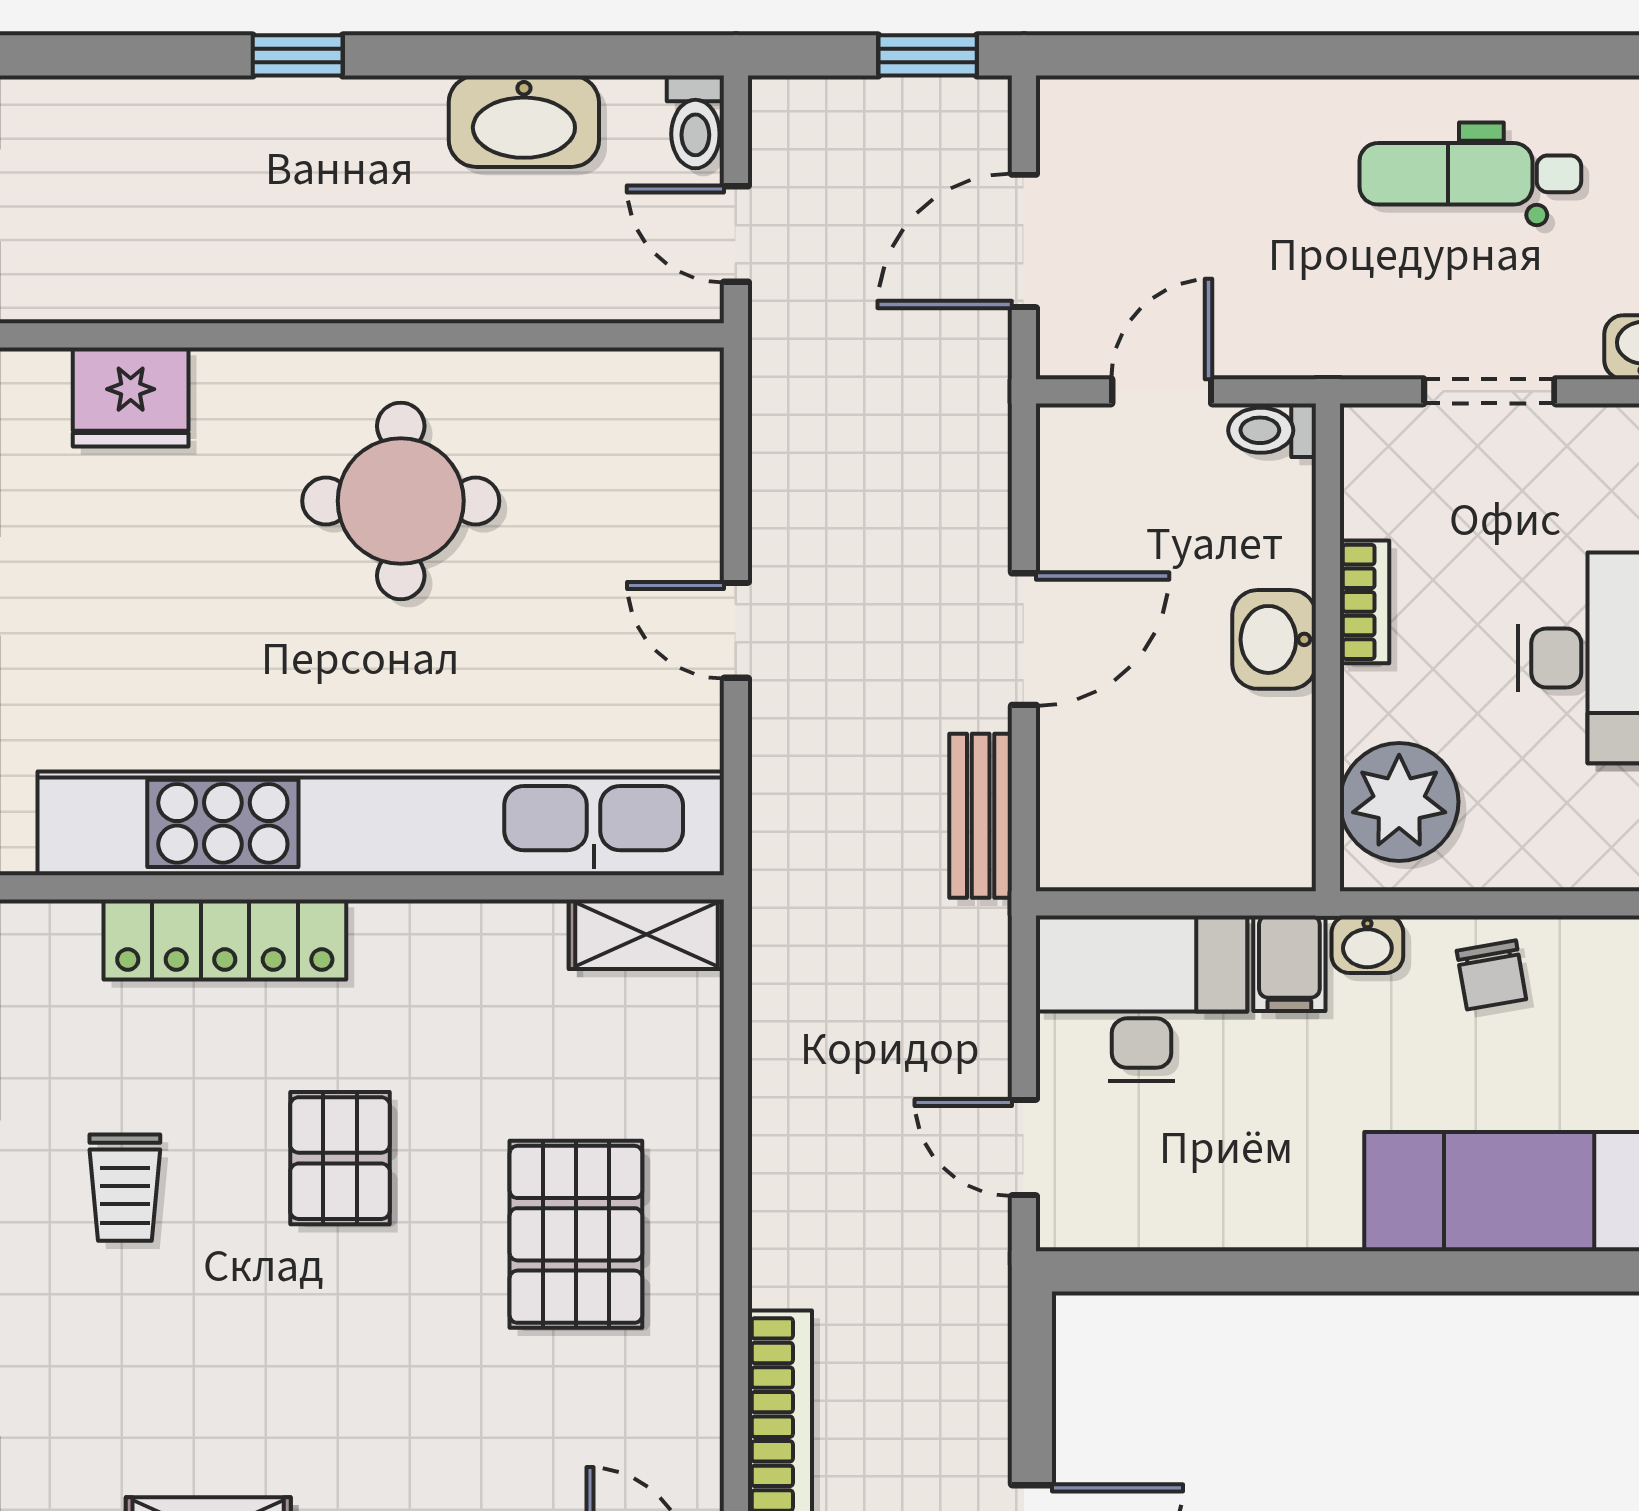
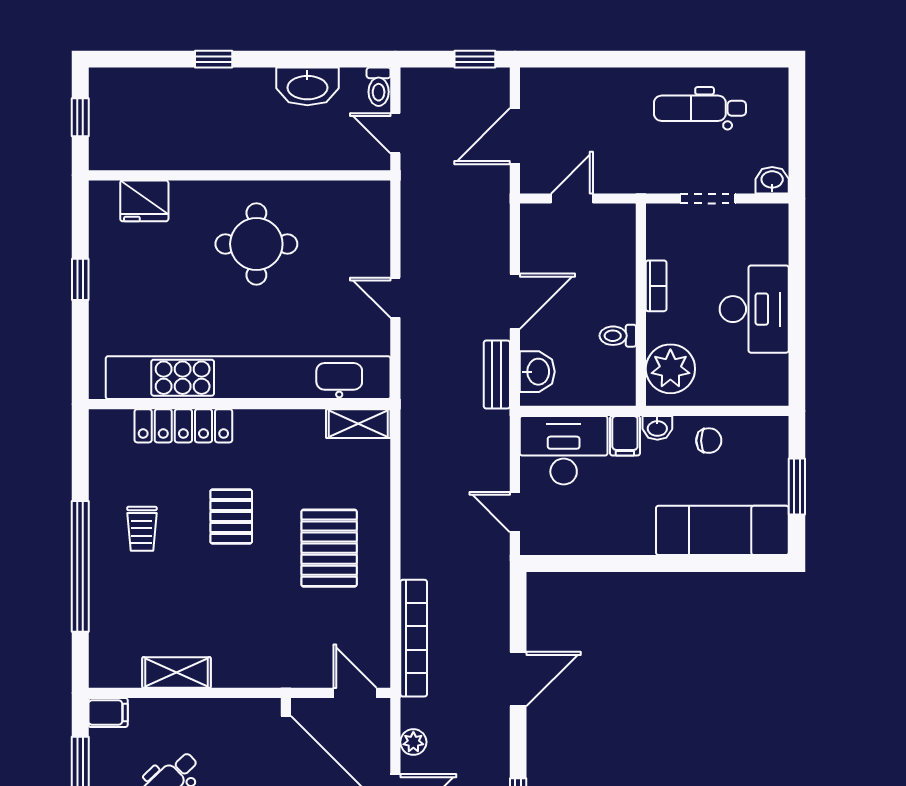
toilet: (1272, 430) -> (618, 336), moved
washbasin: (1274, 639) -> (537, 372), moved, turned 180
chair: (1491, 975) -> (709, 441), turned -80

